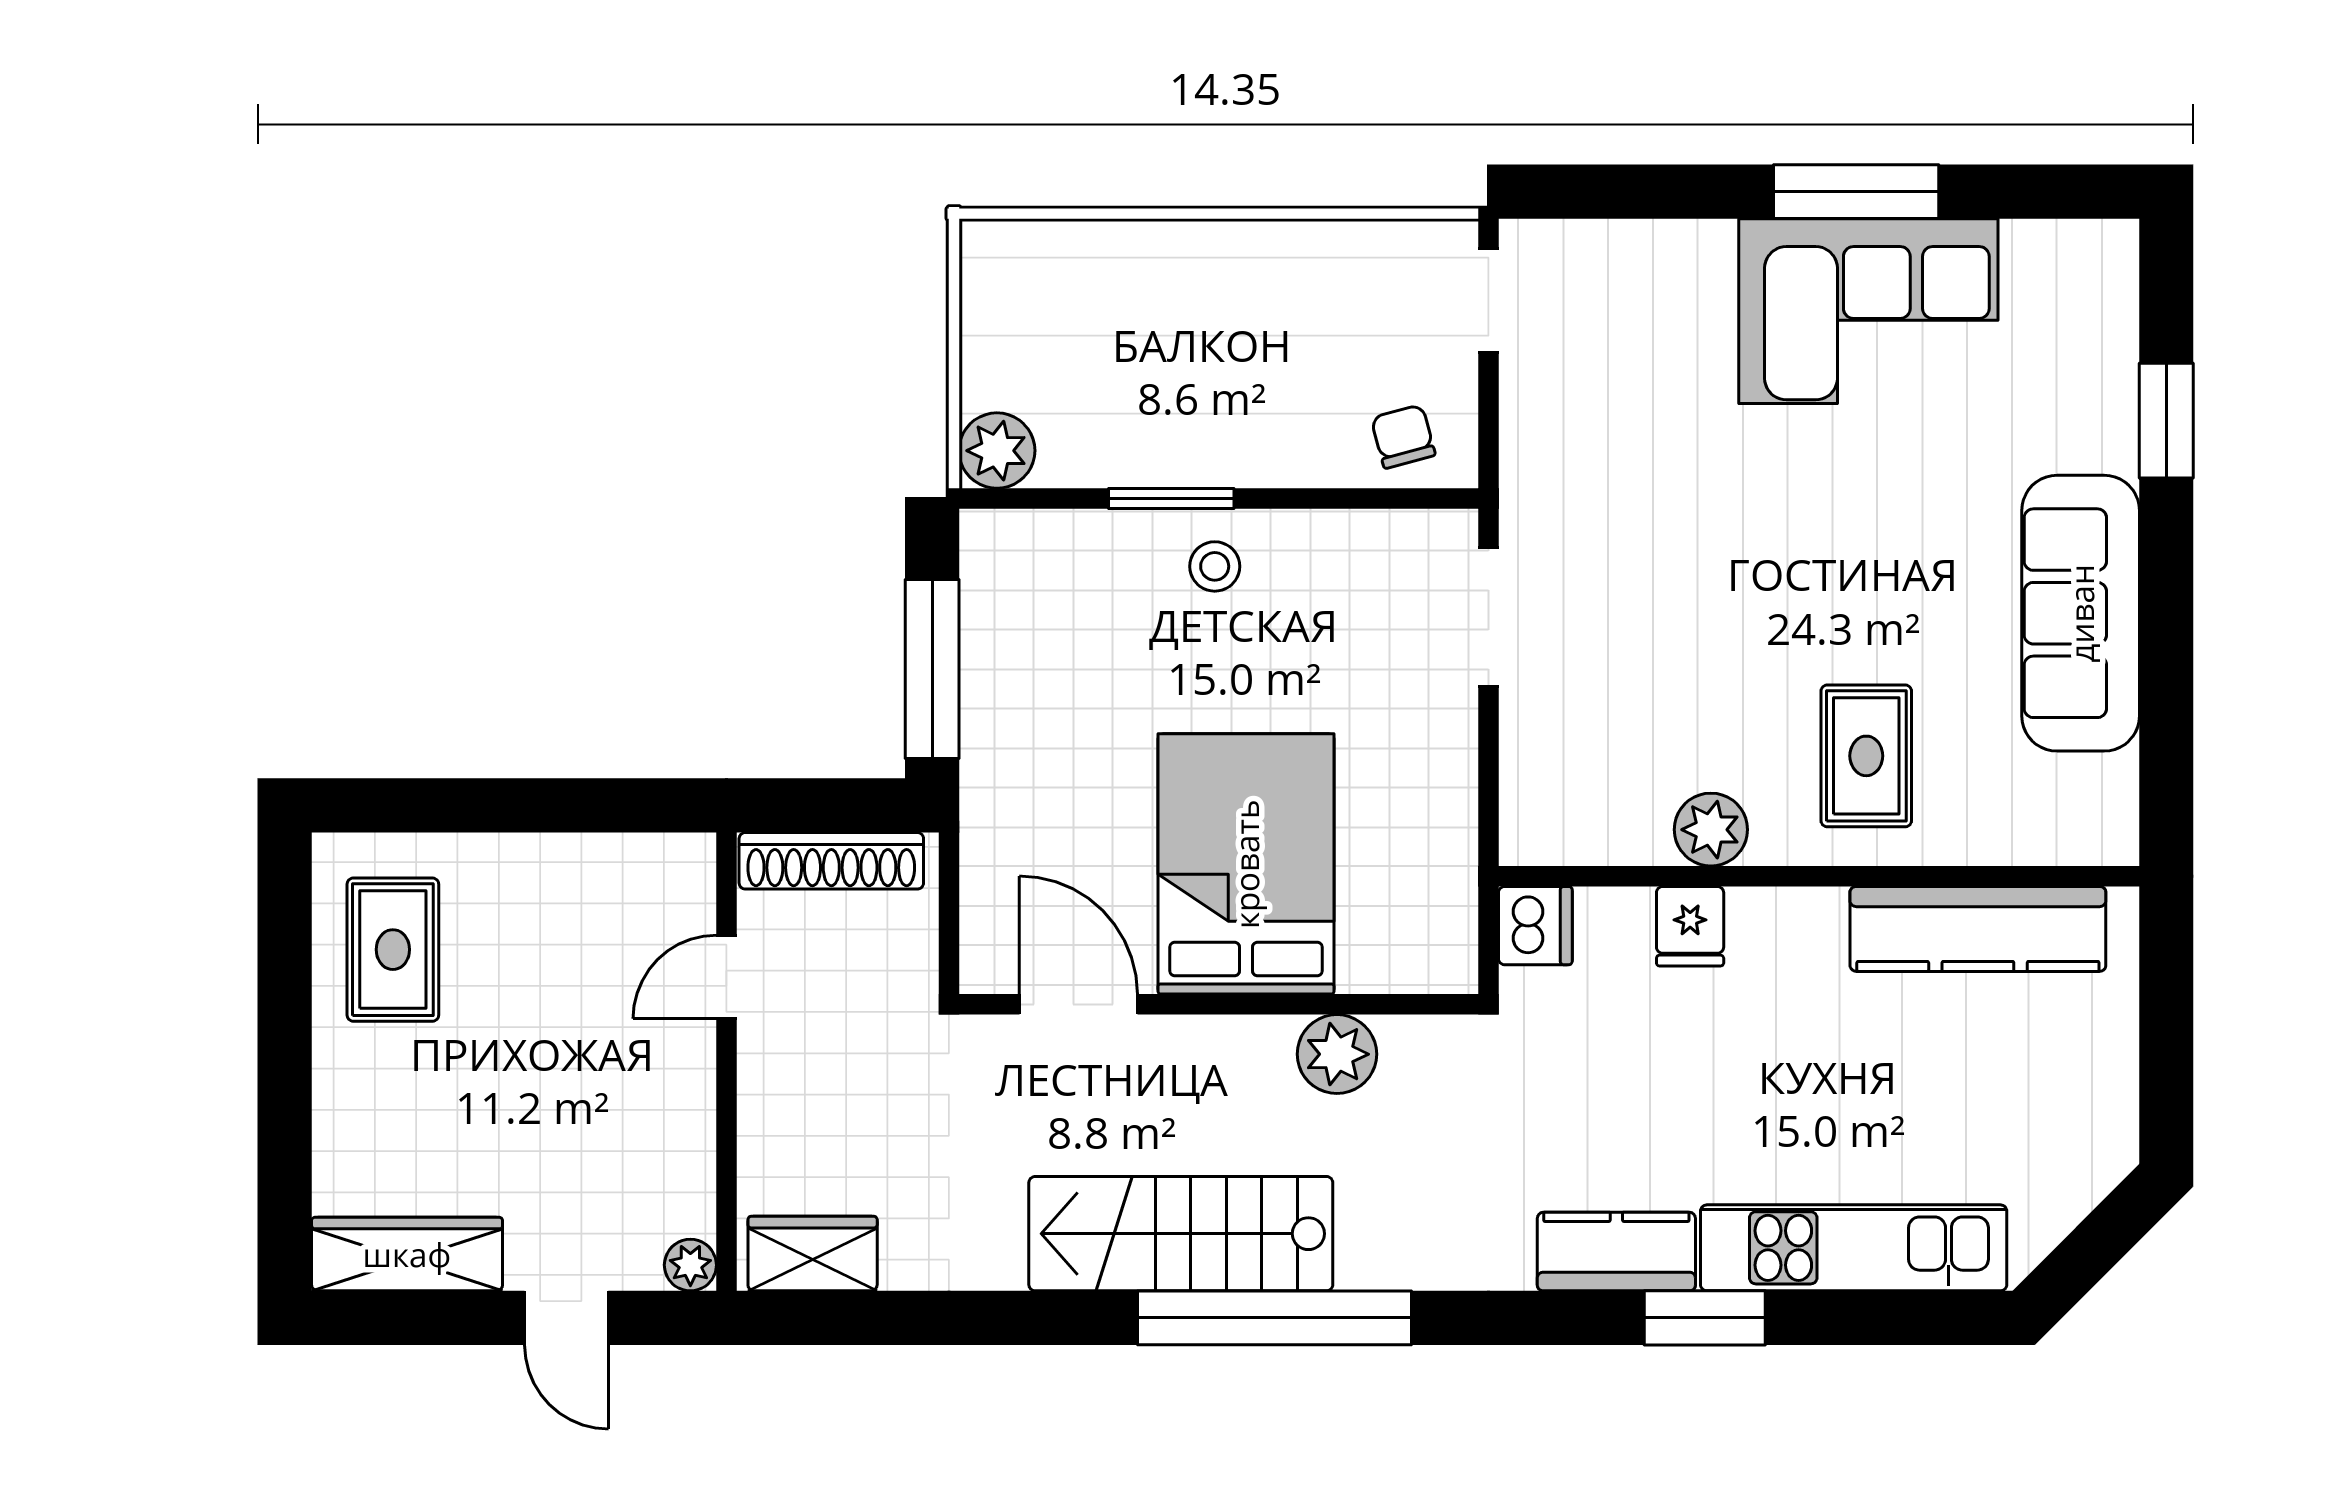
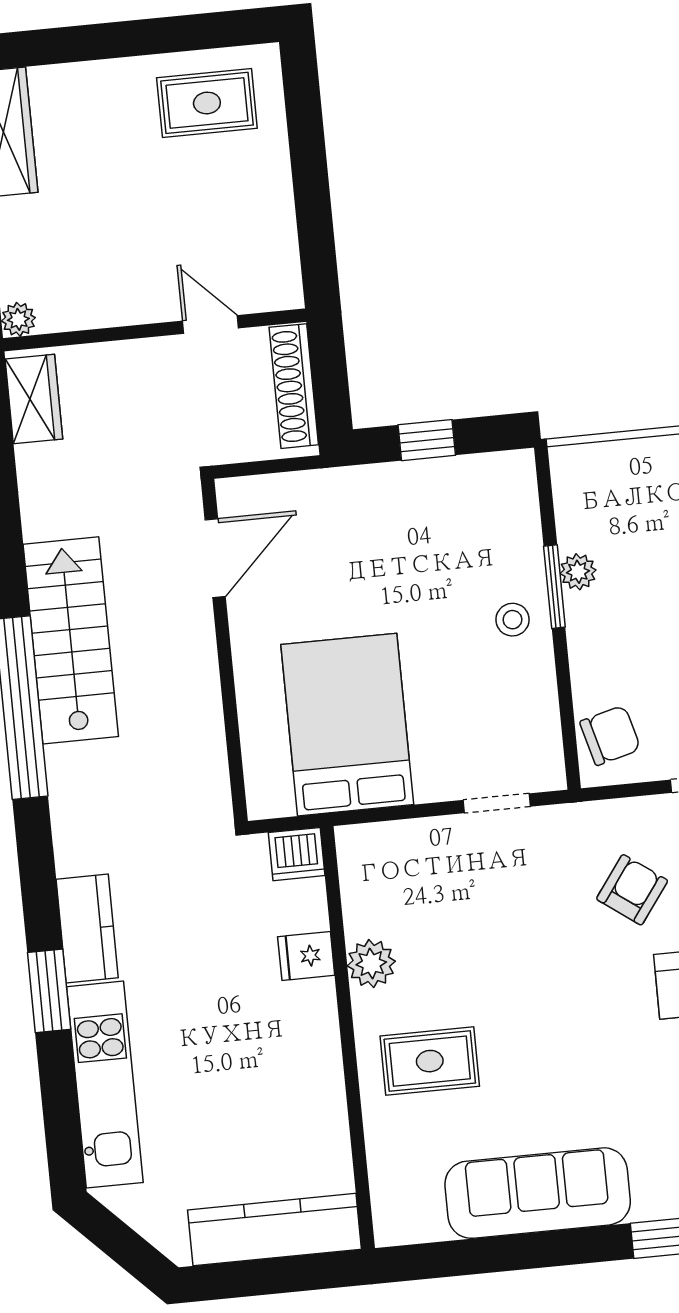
armchair: (1639, 426) -> (632, 890), added
chair: (1403, 437) -> (610, 735), width x1.37, depth x1.37
plant: (997, 451) -> (578, 572), moved, width x0.73, depth x0.73
doorway: (1488, 617) -> (497, 803), width x0.73
window: (932, 669) -> (427, 440), width x0.46
bed: (1246, 864) -> (347, 725), moved, turned -90
kitchen counter: (1978, 929) -> (275, 1230), moved, turned 90
plant: (1337, 1054) -> (199, 732), removed

